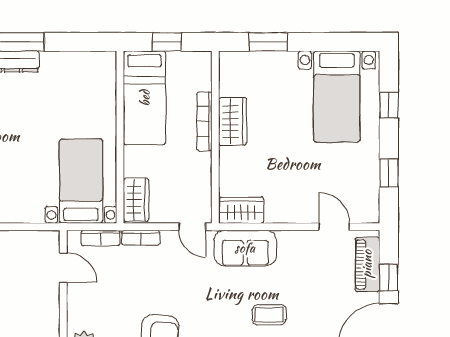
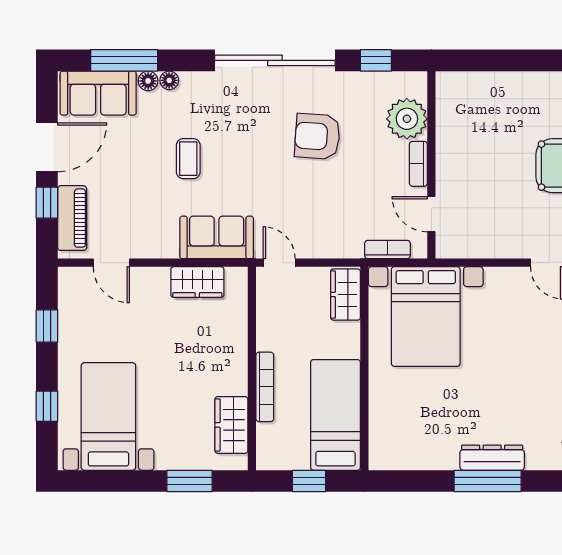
wardrobe: (233, 121) -> (231, 425), moved
bed with nightstands: (81, 181) -> (426, 317), width x1.36
wardrobe: (241, 210) -> (197, 282), moved
bookcase: (141, 238) -> (418, 164), moved, turned -90
coffee table: (269, 315) -> (188, 159), turned 90

